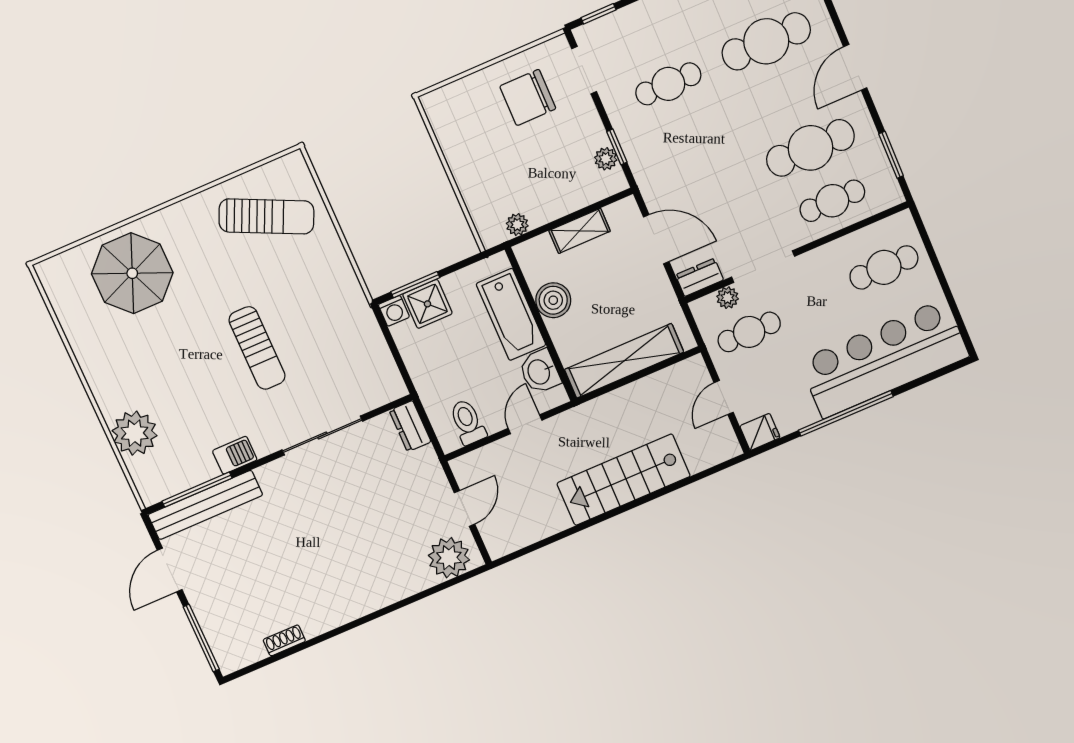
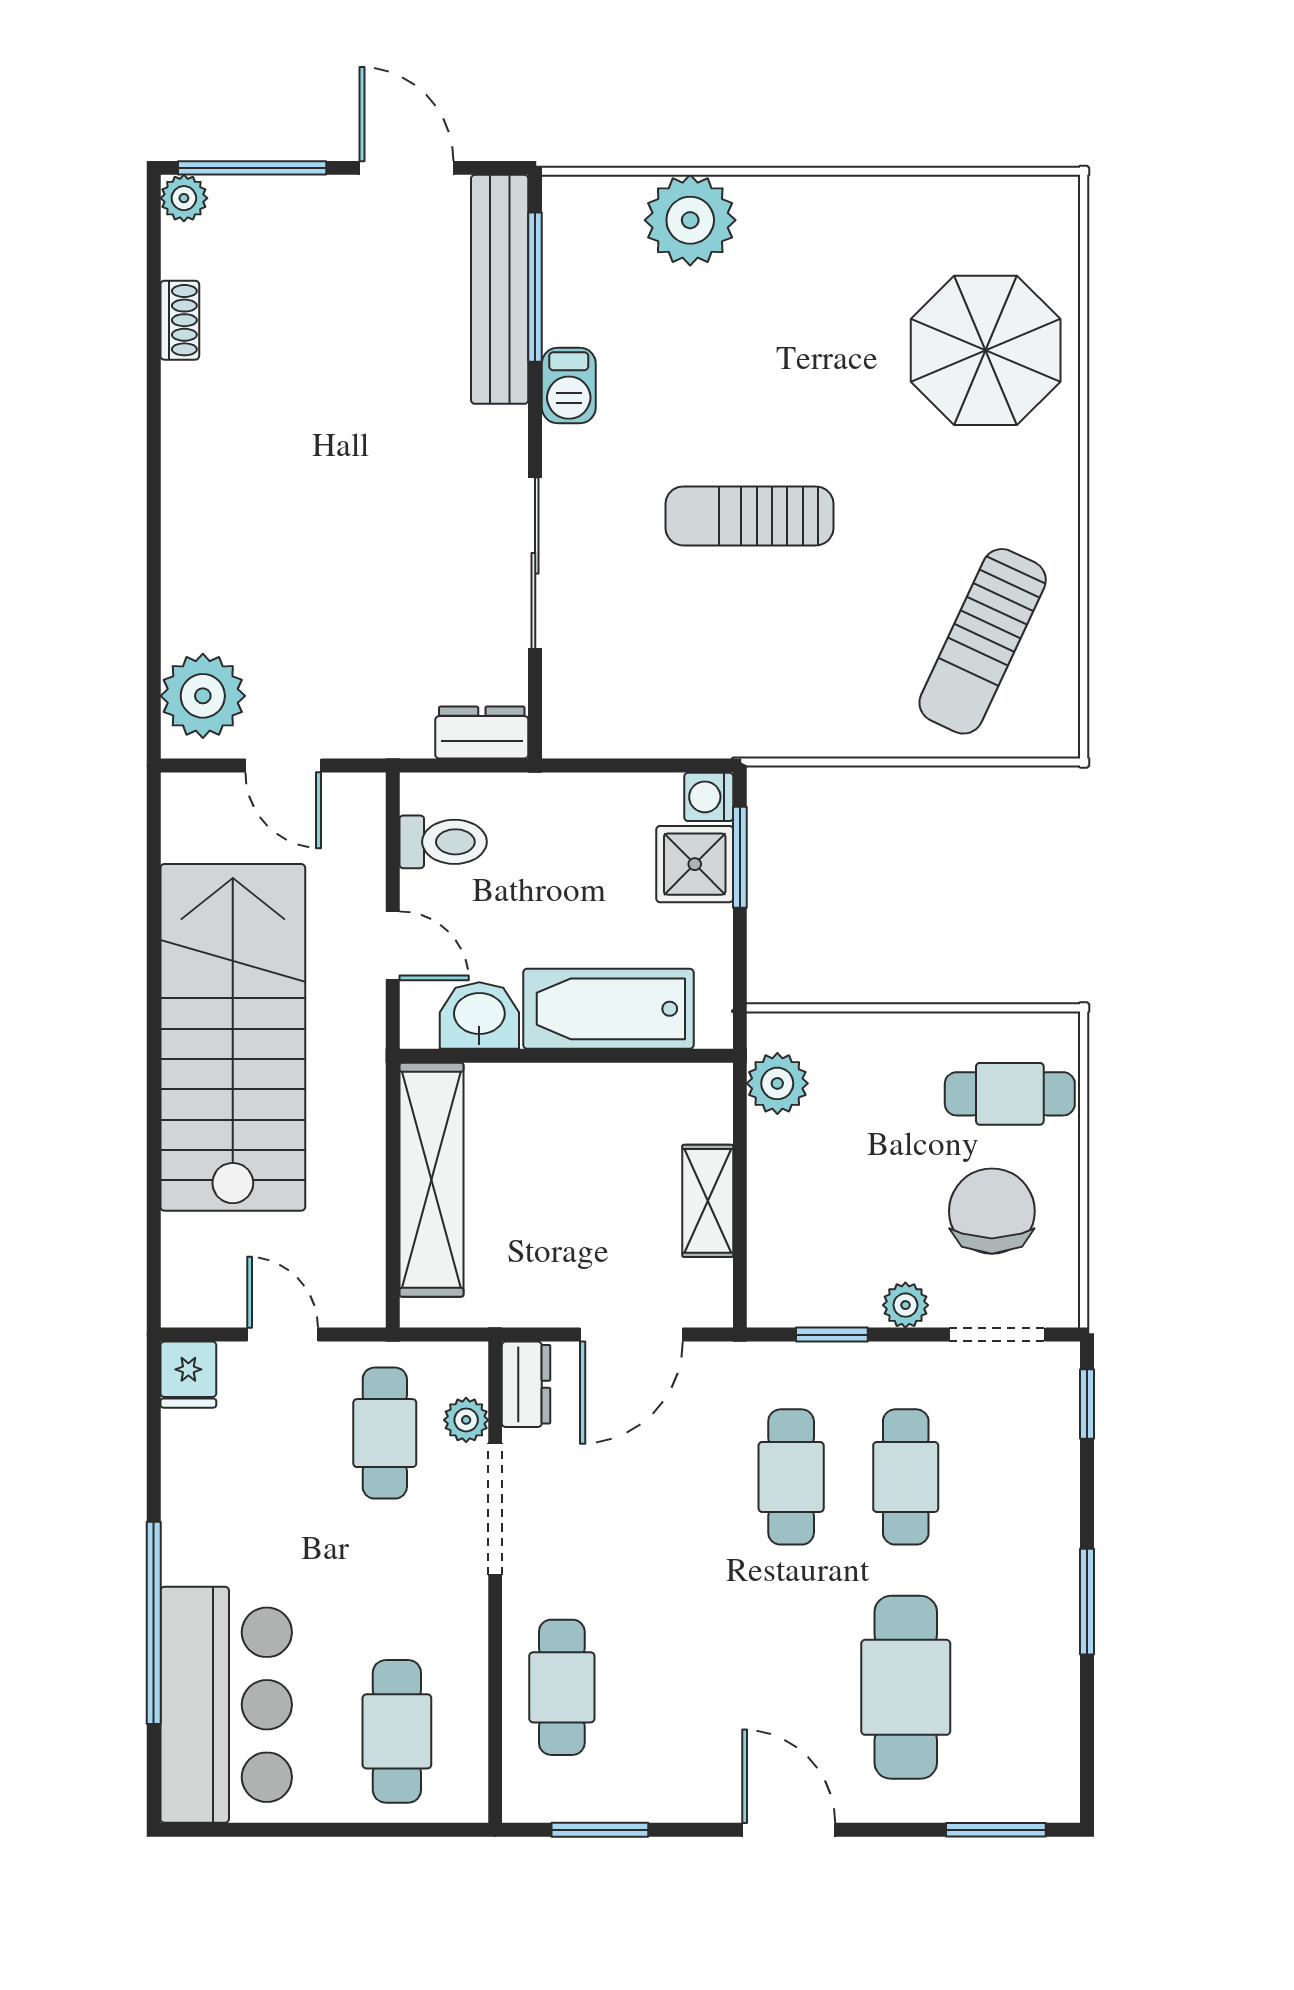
cafe table: (470, 113) -> (1010, 1094), added
cafe table: (810, 148) -> (791, 1477), moved, width x0.73, depth x0.74
plant: (606, 159) -> (905, 1305), moved
plant: (517, 225) -> (777, 1083), width x1.38, depth x1.38
boiler: (553, 300) -> (601, 1098), removed
bar counter: (884, 359) -> (226, 1705), width x0.73
window: (846, 413) -> (154, 1623), moved
stairs: (624, 480) -> (233, 1037), width x1.36, depth x1.51
plant: (229, 662) -> (184, 198), added

